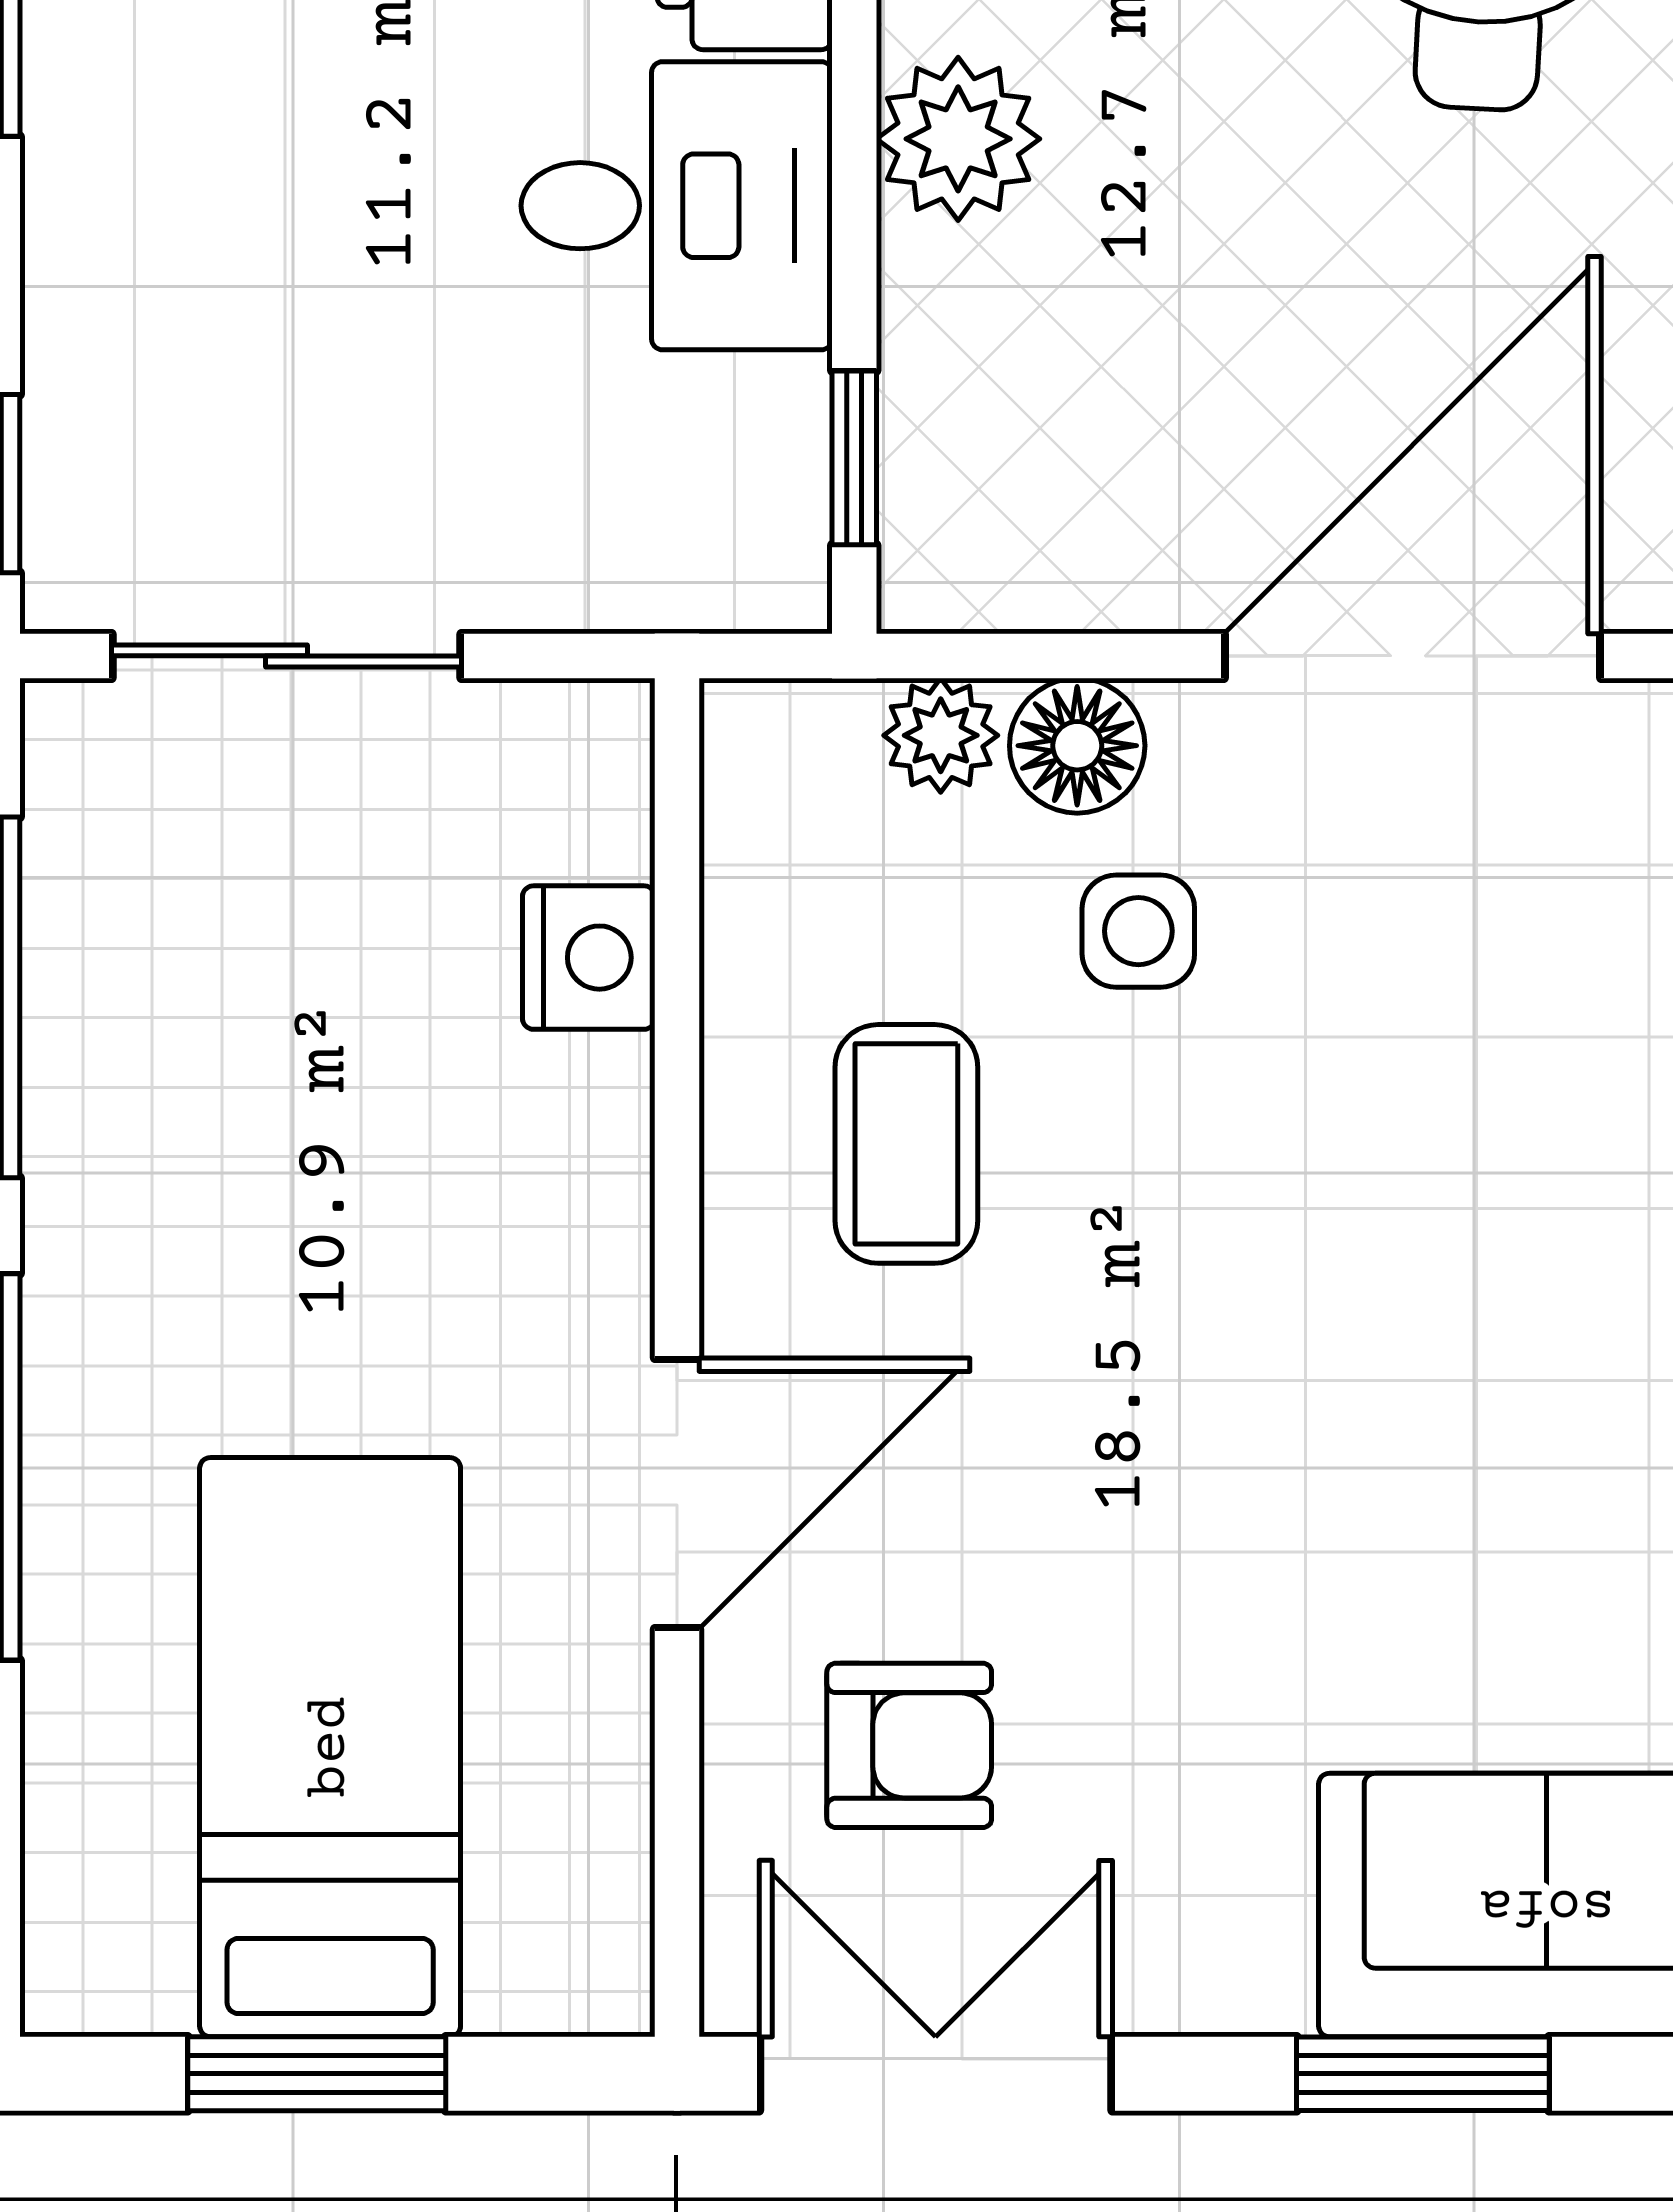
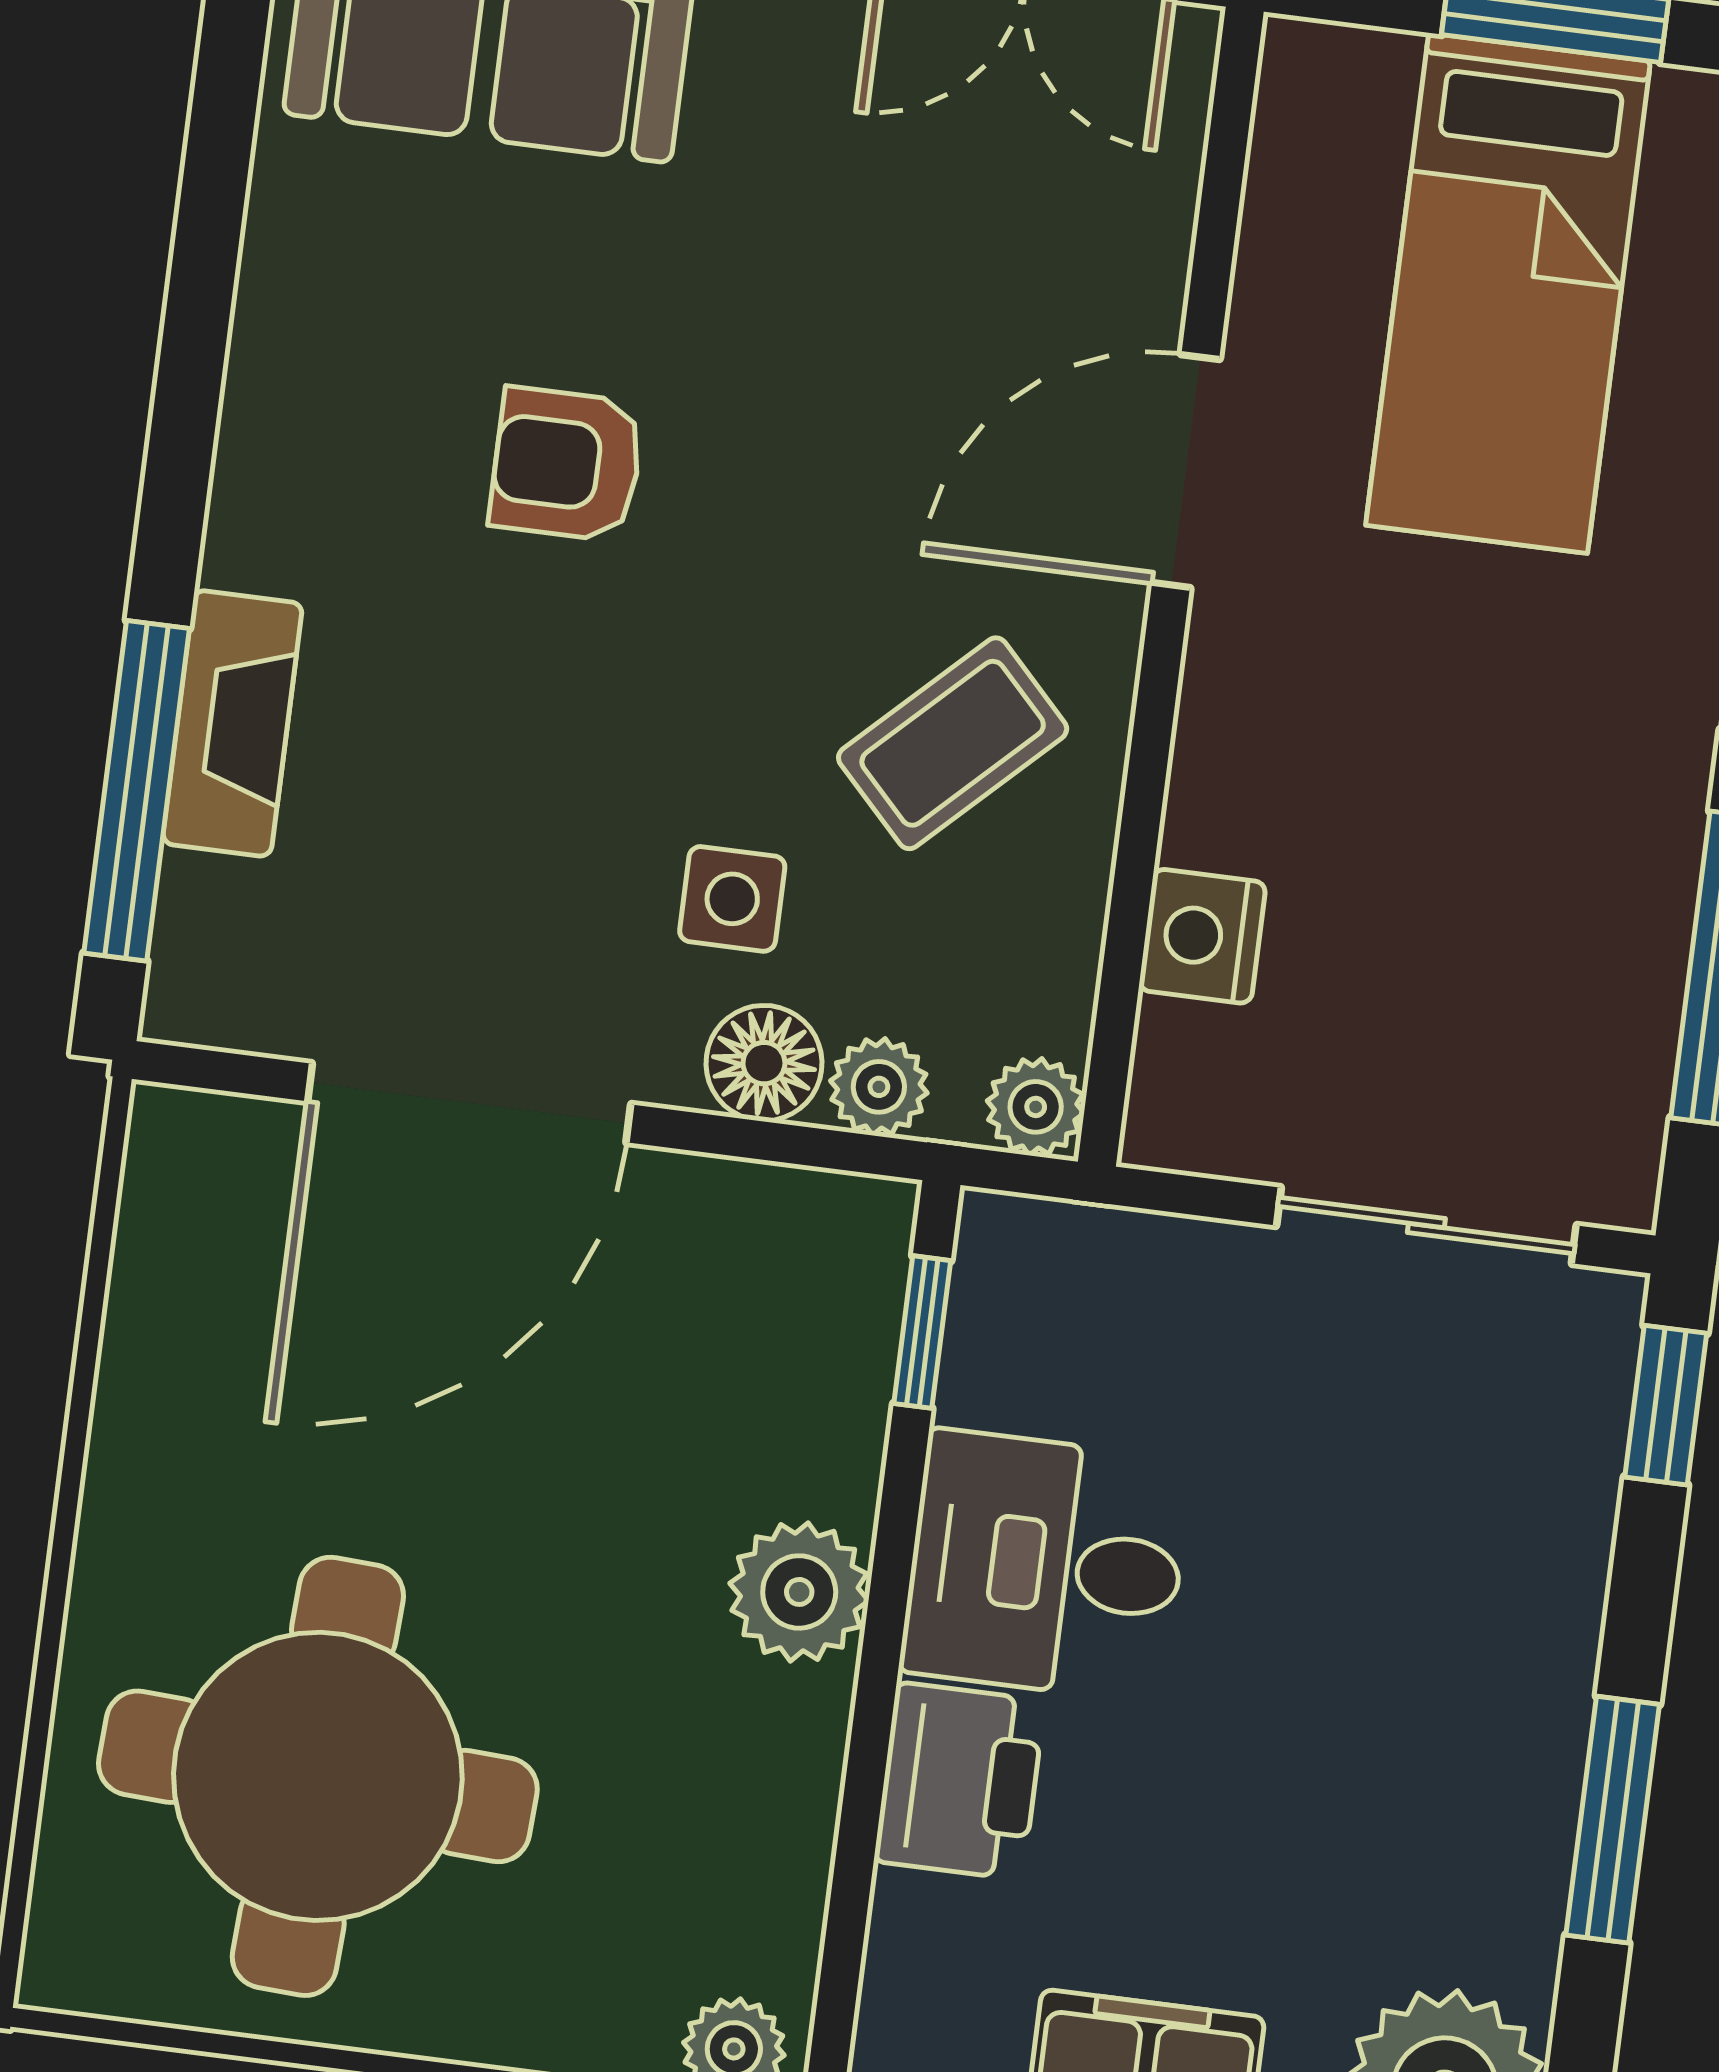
plant: (756, 735) -> (1036, 1107), added
coffee table: (906, 1144) -> (953, 743), turned 46
armchair: (909, 1745) -> (567, 464), moved

